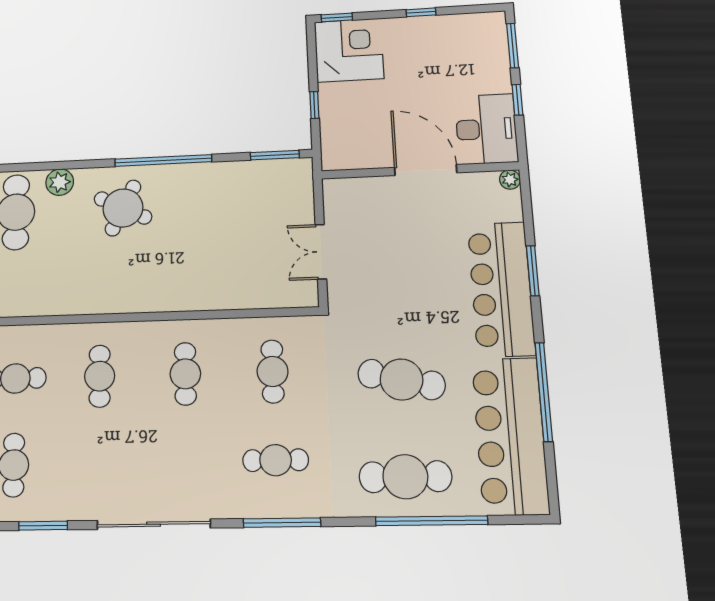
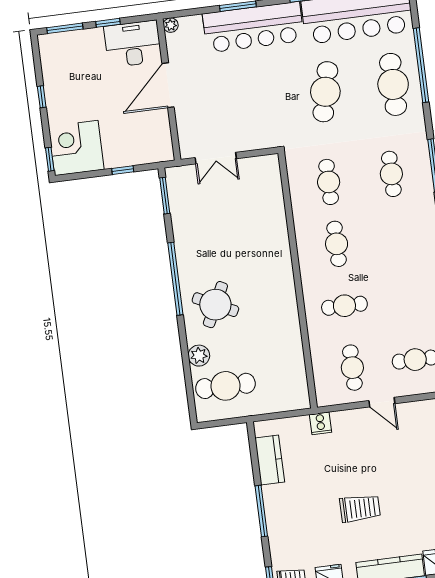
double door: (321, 252) -> (216, 158), moved
cafe table: (273, 371) -> (329, 182), turned 90
cafe table: (185, 374) -> (337, 244), turned 90

